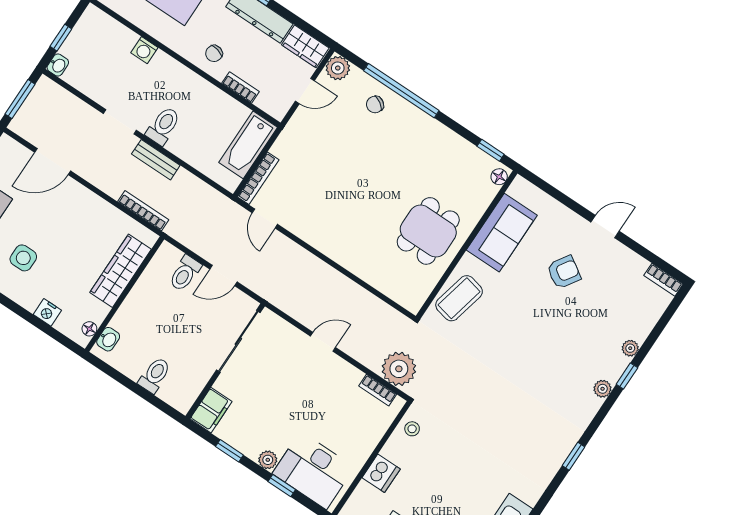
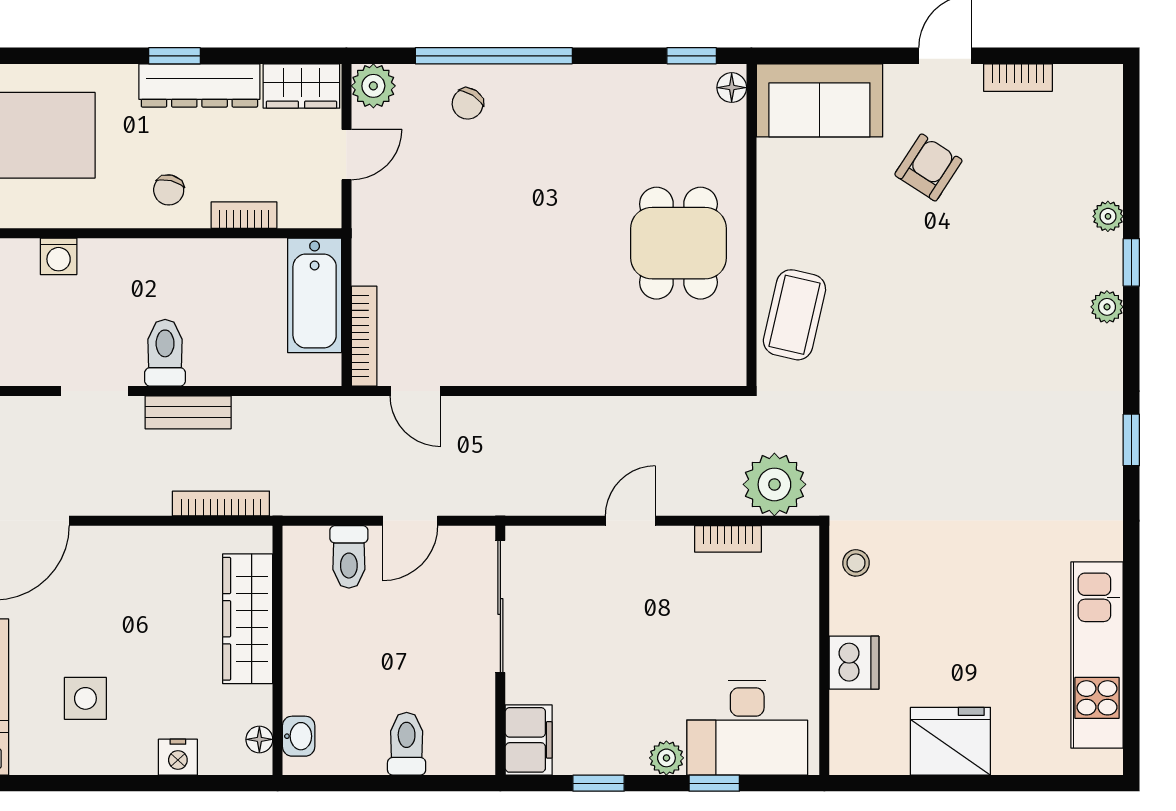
sofa: (502, 233) -> (819, 100), moved, turned 90
bookcase: (663, 280) -> (1018, 78), moved
bookcase: (378, 390) -> (728, 539), moved

